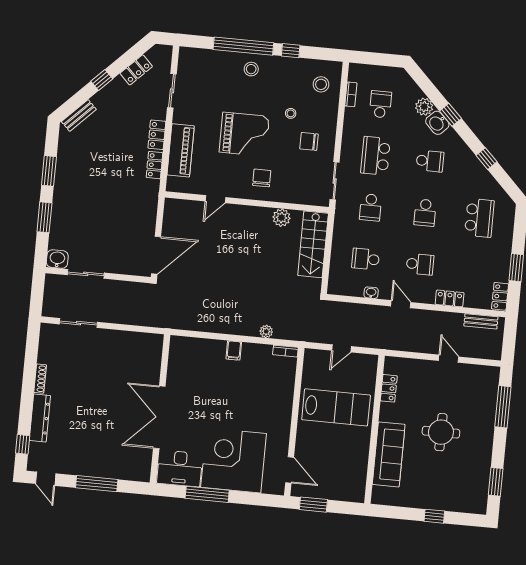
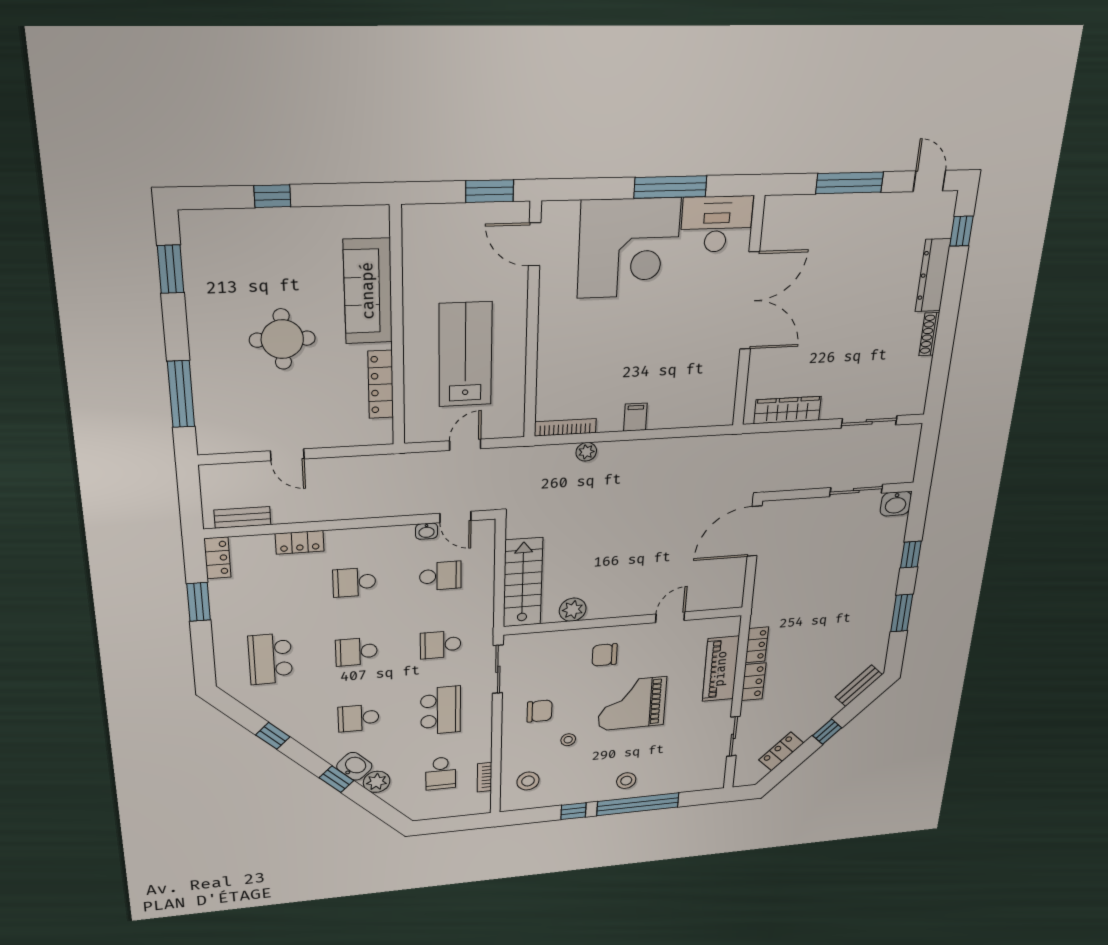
chair: (262, 178) -> (605, 655), turned 90
school desk: (371, 207) -> (440, 645), turned -90
school desk: (425, 213) -> (356, 652), turned -90
window: (44, 217) -> (911, 555), width x0.67
door: (401, 304) -> (455, 517), moved
wardrobe: (134, 340) -> (788, 410), added
bookcase: (285, 351) -> (565, 427), width x1.56
locker: (389, 388) -> (381, 384), width x1.53
lab bench: (336, 407) -> (465, 354), turned 90

